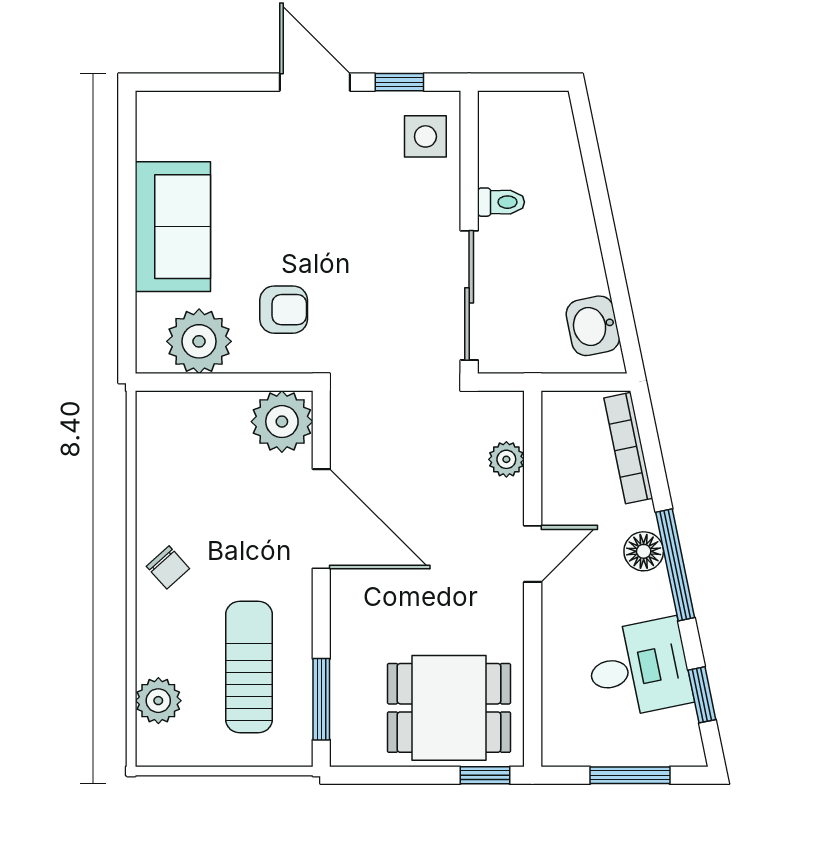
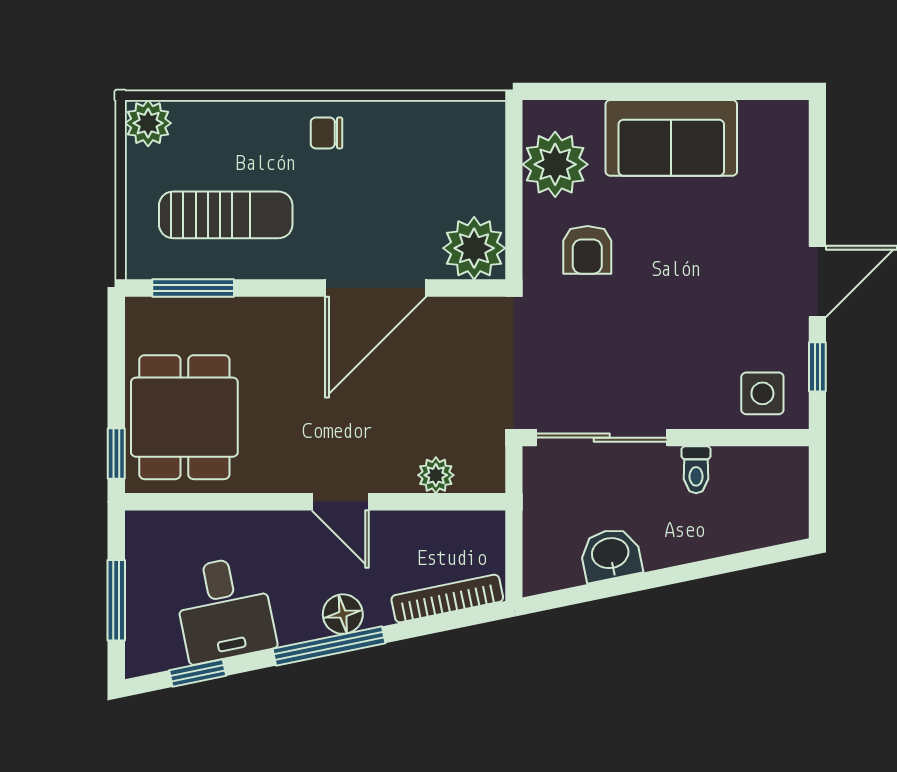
washbasin: (593, 326) -> (611, 555), moved
chair: (168, 567) -> (326, 133), turned 42
plant: (158, 701) -> (148, 123), moved

